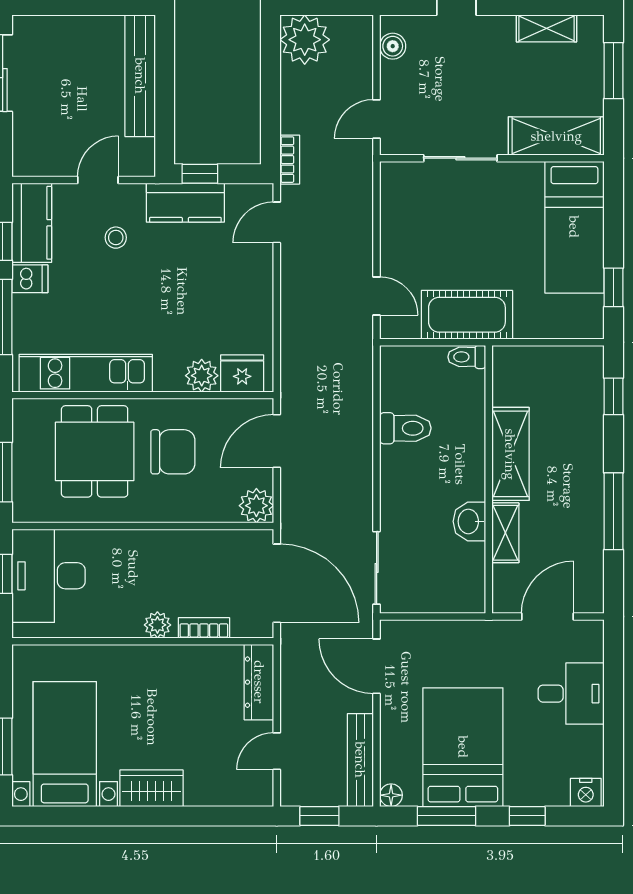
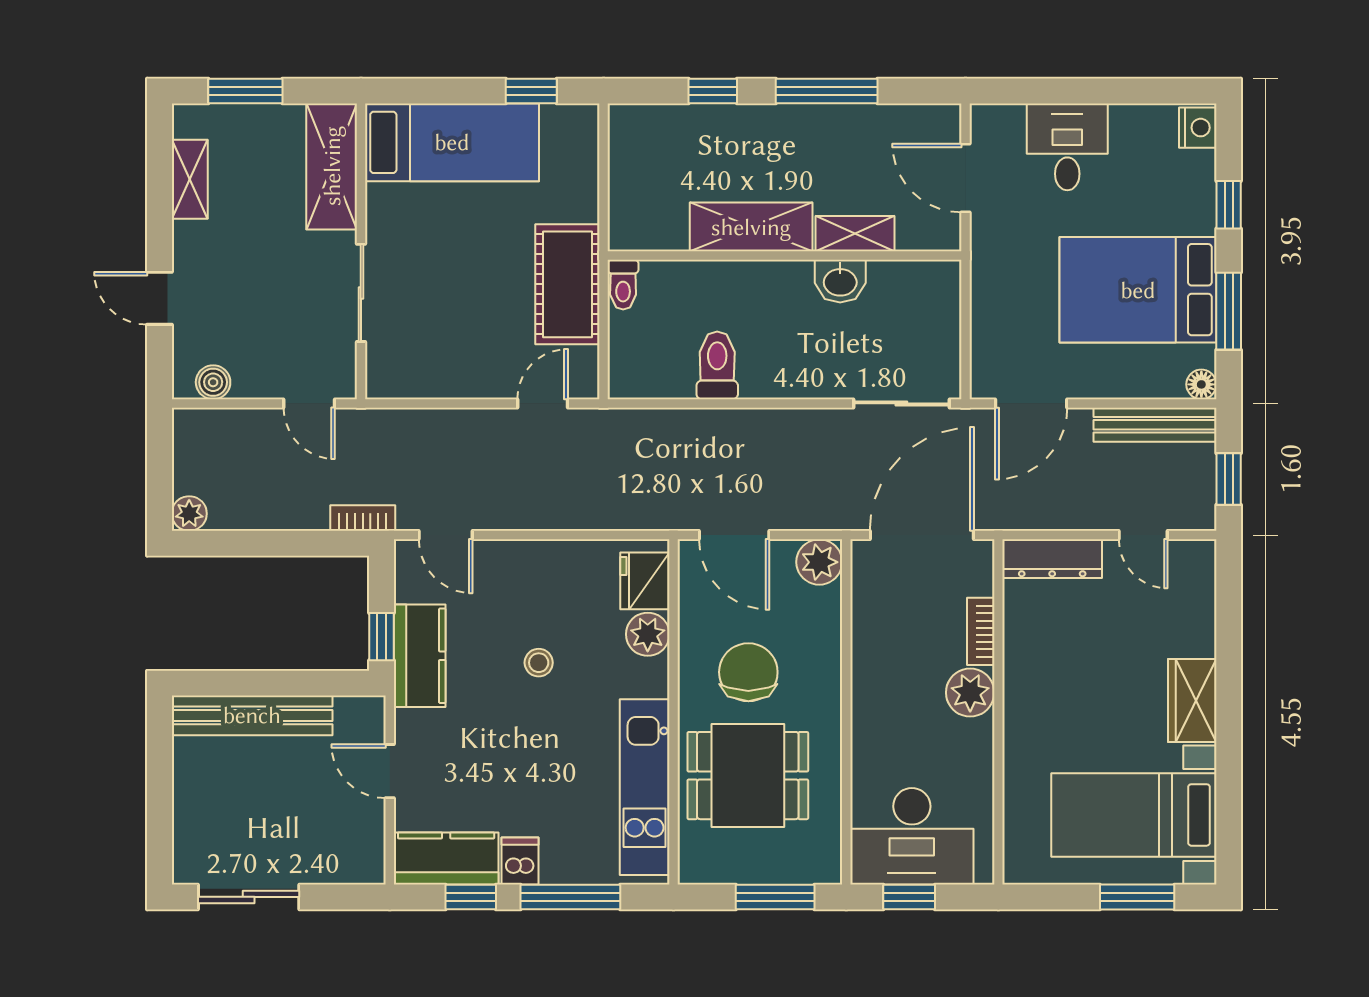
plant: (305, 40) -> (189, 514), width x0.53, depth x0.53
stool: (116, 238) -> (539, 663), moved
window: (613, 396) -> (713, 91), moved
plant: (157, 625) -> (970, 693), width x1.38, depth x1.38

